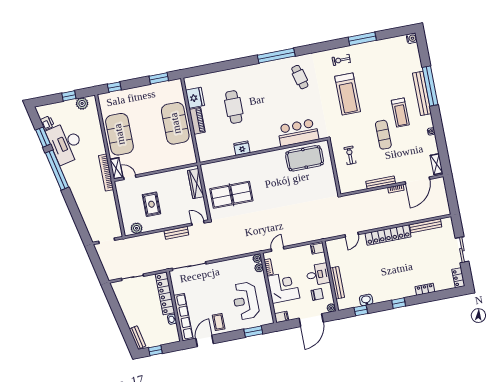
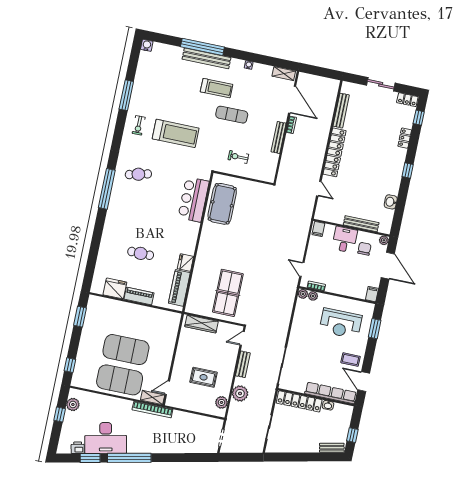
cafe table: (234, 107) -> (141, 253), width x0.73, depth x0.74
exercise mat: (175, 123) -> (126, 350), moved
piano: (218, 152) -> (179, 288), added
plant: (151, 241) -> (240, 393), added
corner desk: (283, 287) -> (343, 280), removed
window: (361, 311) -> (419, 118), moved

